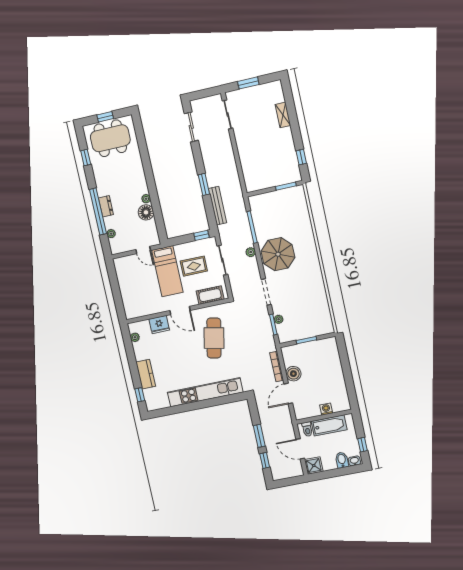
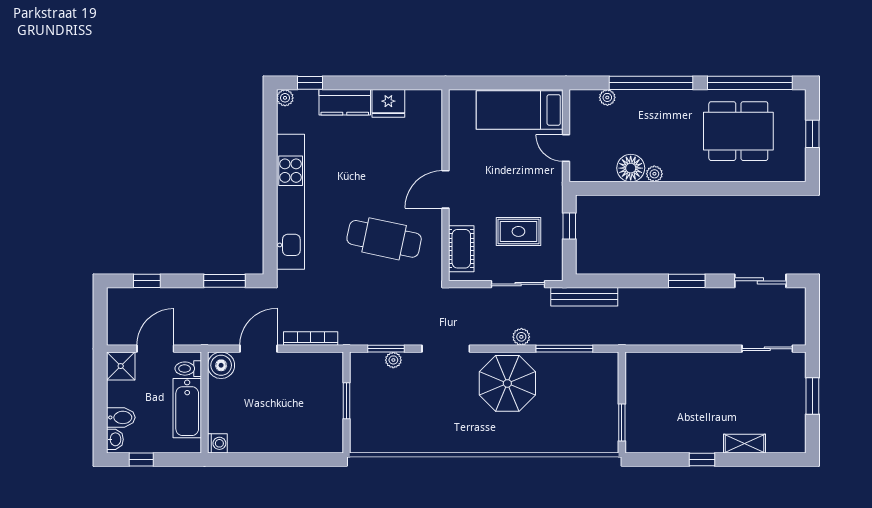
dining table: (110, 138) -> (738, 131), moved, turned 90
window: (301, 157) -> (702, 460), moved
window: (86, 158) -> (750, 83), width x3.17
window: (204, 184) -> (687, 281), moved
dresser: (106, 206) -> (657, 99), removed
bench: (218, 206) -> (584, 297), moved
window: (201, 235) -> (569, 226), moved
door: (143, 250) -> (566, 148), hinge flipped
rug: (194, 266) -> (518, 231), turned 90
bed: (167, 271) -> (520, 110), moved
fridge: (159, 325) -> (388, 103), moved, turned -90
plant: (135, 337) -> (285, 98), moved
boiler: (293, 374) -> (221, 365), moved
door: (288, 394) -> (258, 349), hinge flipped
washing machine: (326, 409) -> (217, 443), moved
window: (259, 436) -> (225, 281), moved

